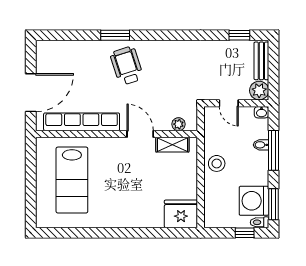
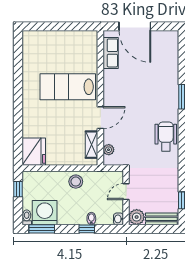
wheelchair: (127, 66) -> (166, 137), moved, turned -72
row of seats: (82, 122) -> (111, 53), width x0.50
window: (274, 150) -> (87, 229), width x0.46
lab bench: (72, 180) -> (68, 87), moved
window: (245, 233) -> (18, 189), moved

